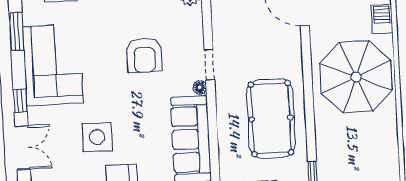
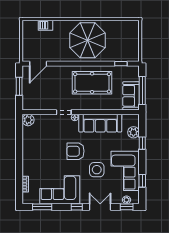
armchair: (144, 55) -> (75, 151), moved, turned 180
parasol: (356, 77) -> (88, 40), moved

